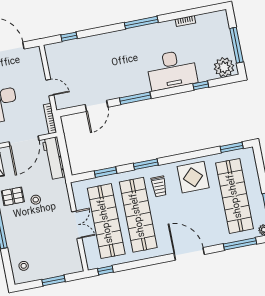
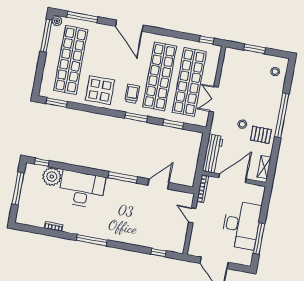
plant: (224, 67) -> (52, 177), moved
window: (201, 85) -> (42, 162), moved
double door: (77, 225) -> (214, 99), moved

